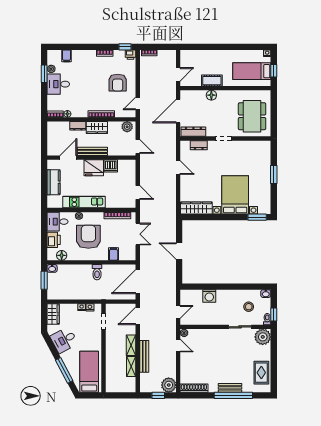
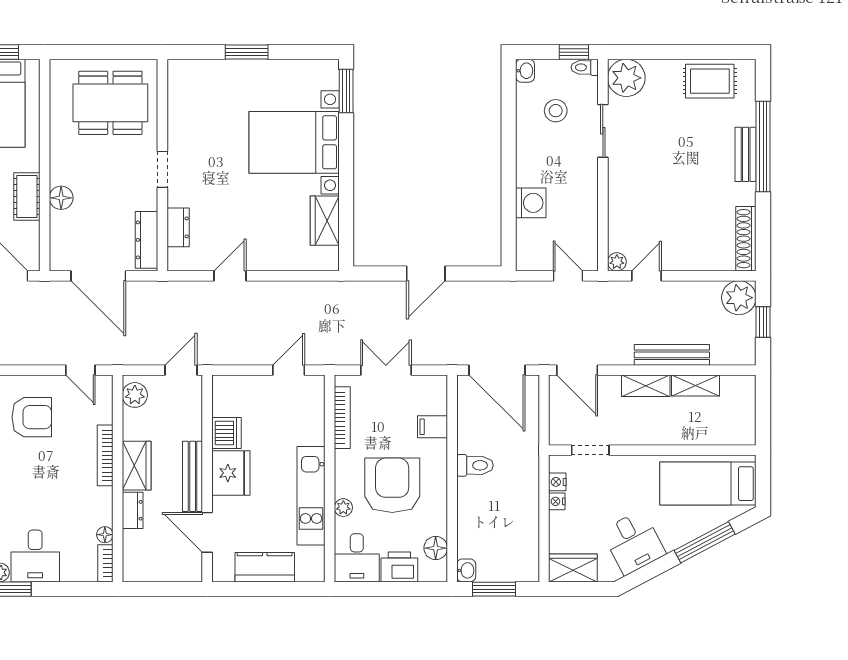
wardrobe: (196, 208) -> (325, 221), width x0.67
armchair: (88, 237) -> (392, 485), turned 90

